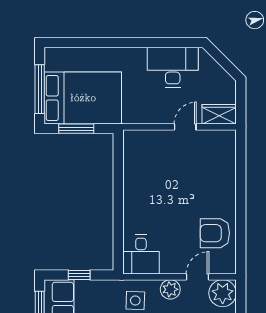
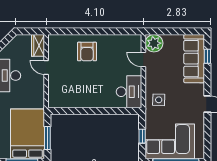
armchair: (215, 233) -> (87, 51), moved
desk: (141, 255) -> (129, 92), width x1.37
plant: (170, 289) -> (152, 77), removed

